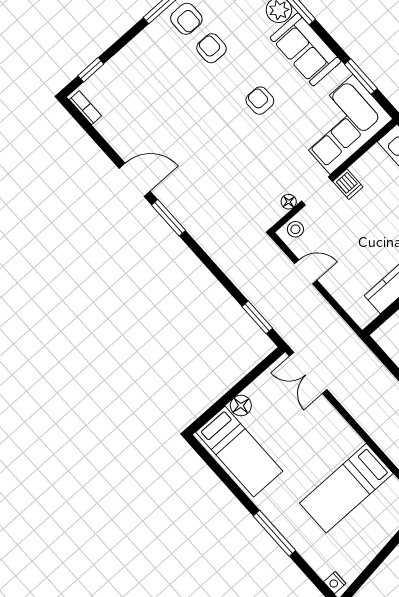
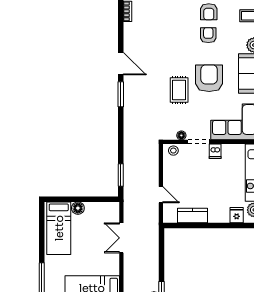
armchair: (260, 101) -> (209, 78), width x1.88, depth x1.88
rug: (236, 148) -> (179, 90), added
door: (306, 272) -> (161, 195), moved
double door: (308, 373) -> (121, 238), moved

